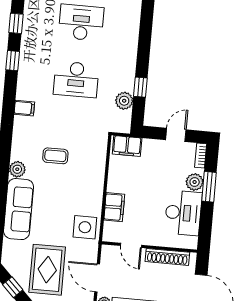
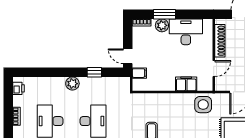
plant: (124, 101) -> (72, 84), moved
door: (176, 135) -> (128, 56), moved
filing cabinet: (127, 146) -> (139, 73), width x0.50

